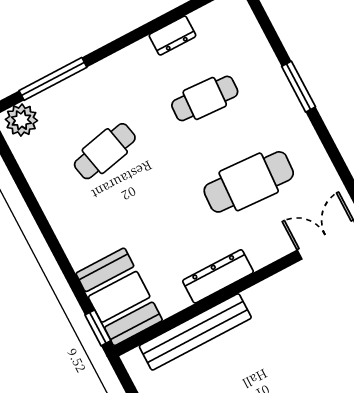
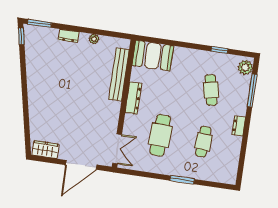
dresser: (172, 36) -> (239, 126), moved
window: (98, 328) -> (219, 50), moved

